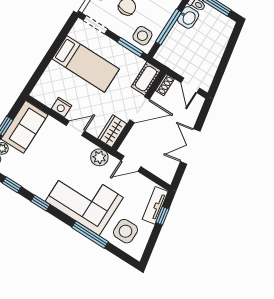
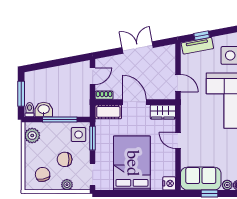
bed: (86, 64) -> (132, 163), width x1.50
nightstand: (61, 107) -> (169, 183), moved
double door: (190, 146) -> (138, 48), swing flipped
plant: (99, 157) -> (188, 109), removed

